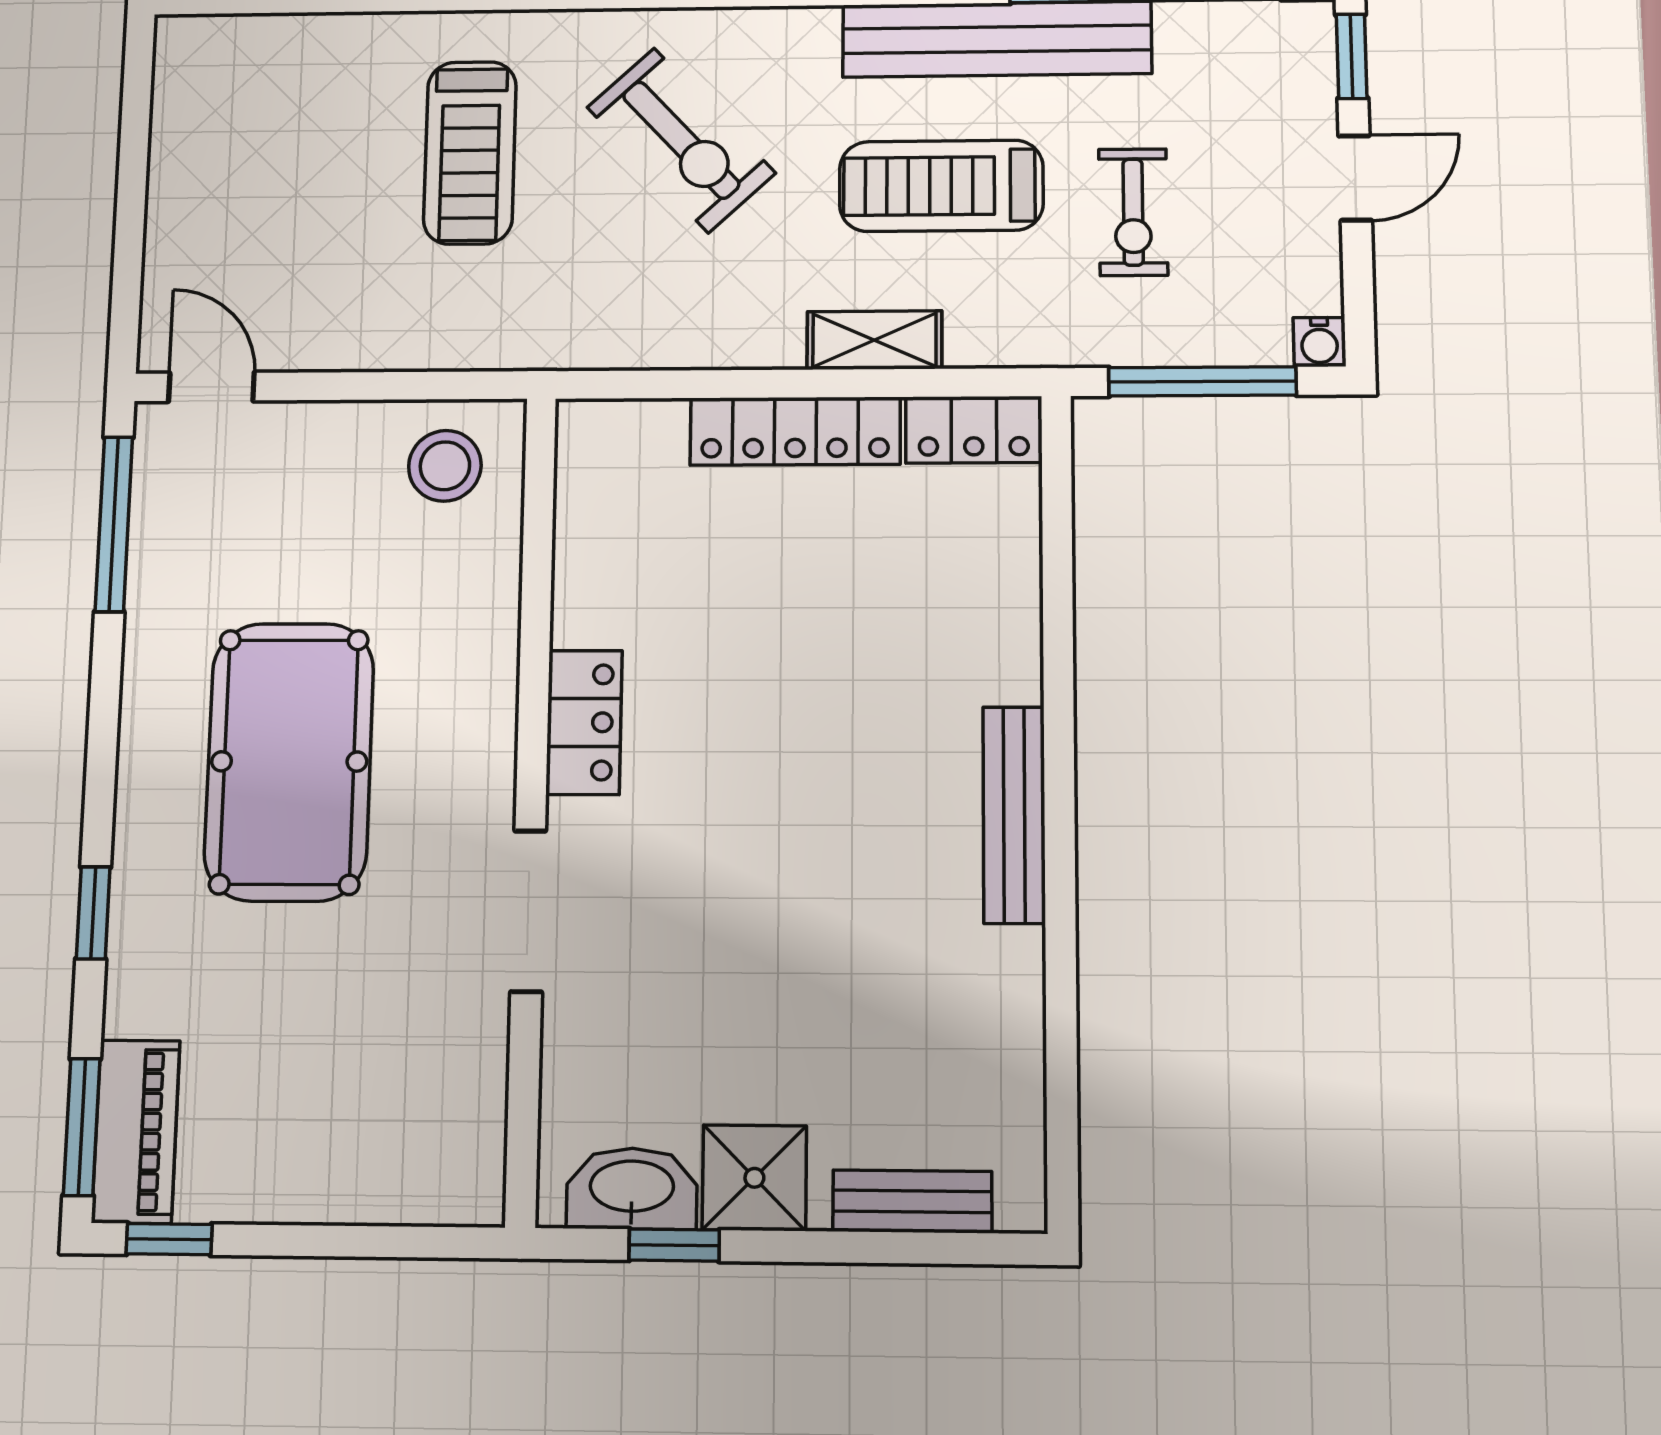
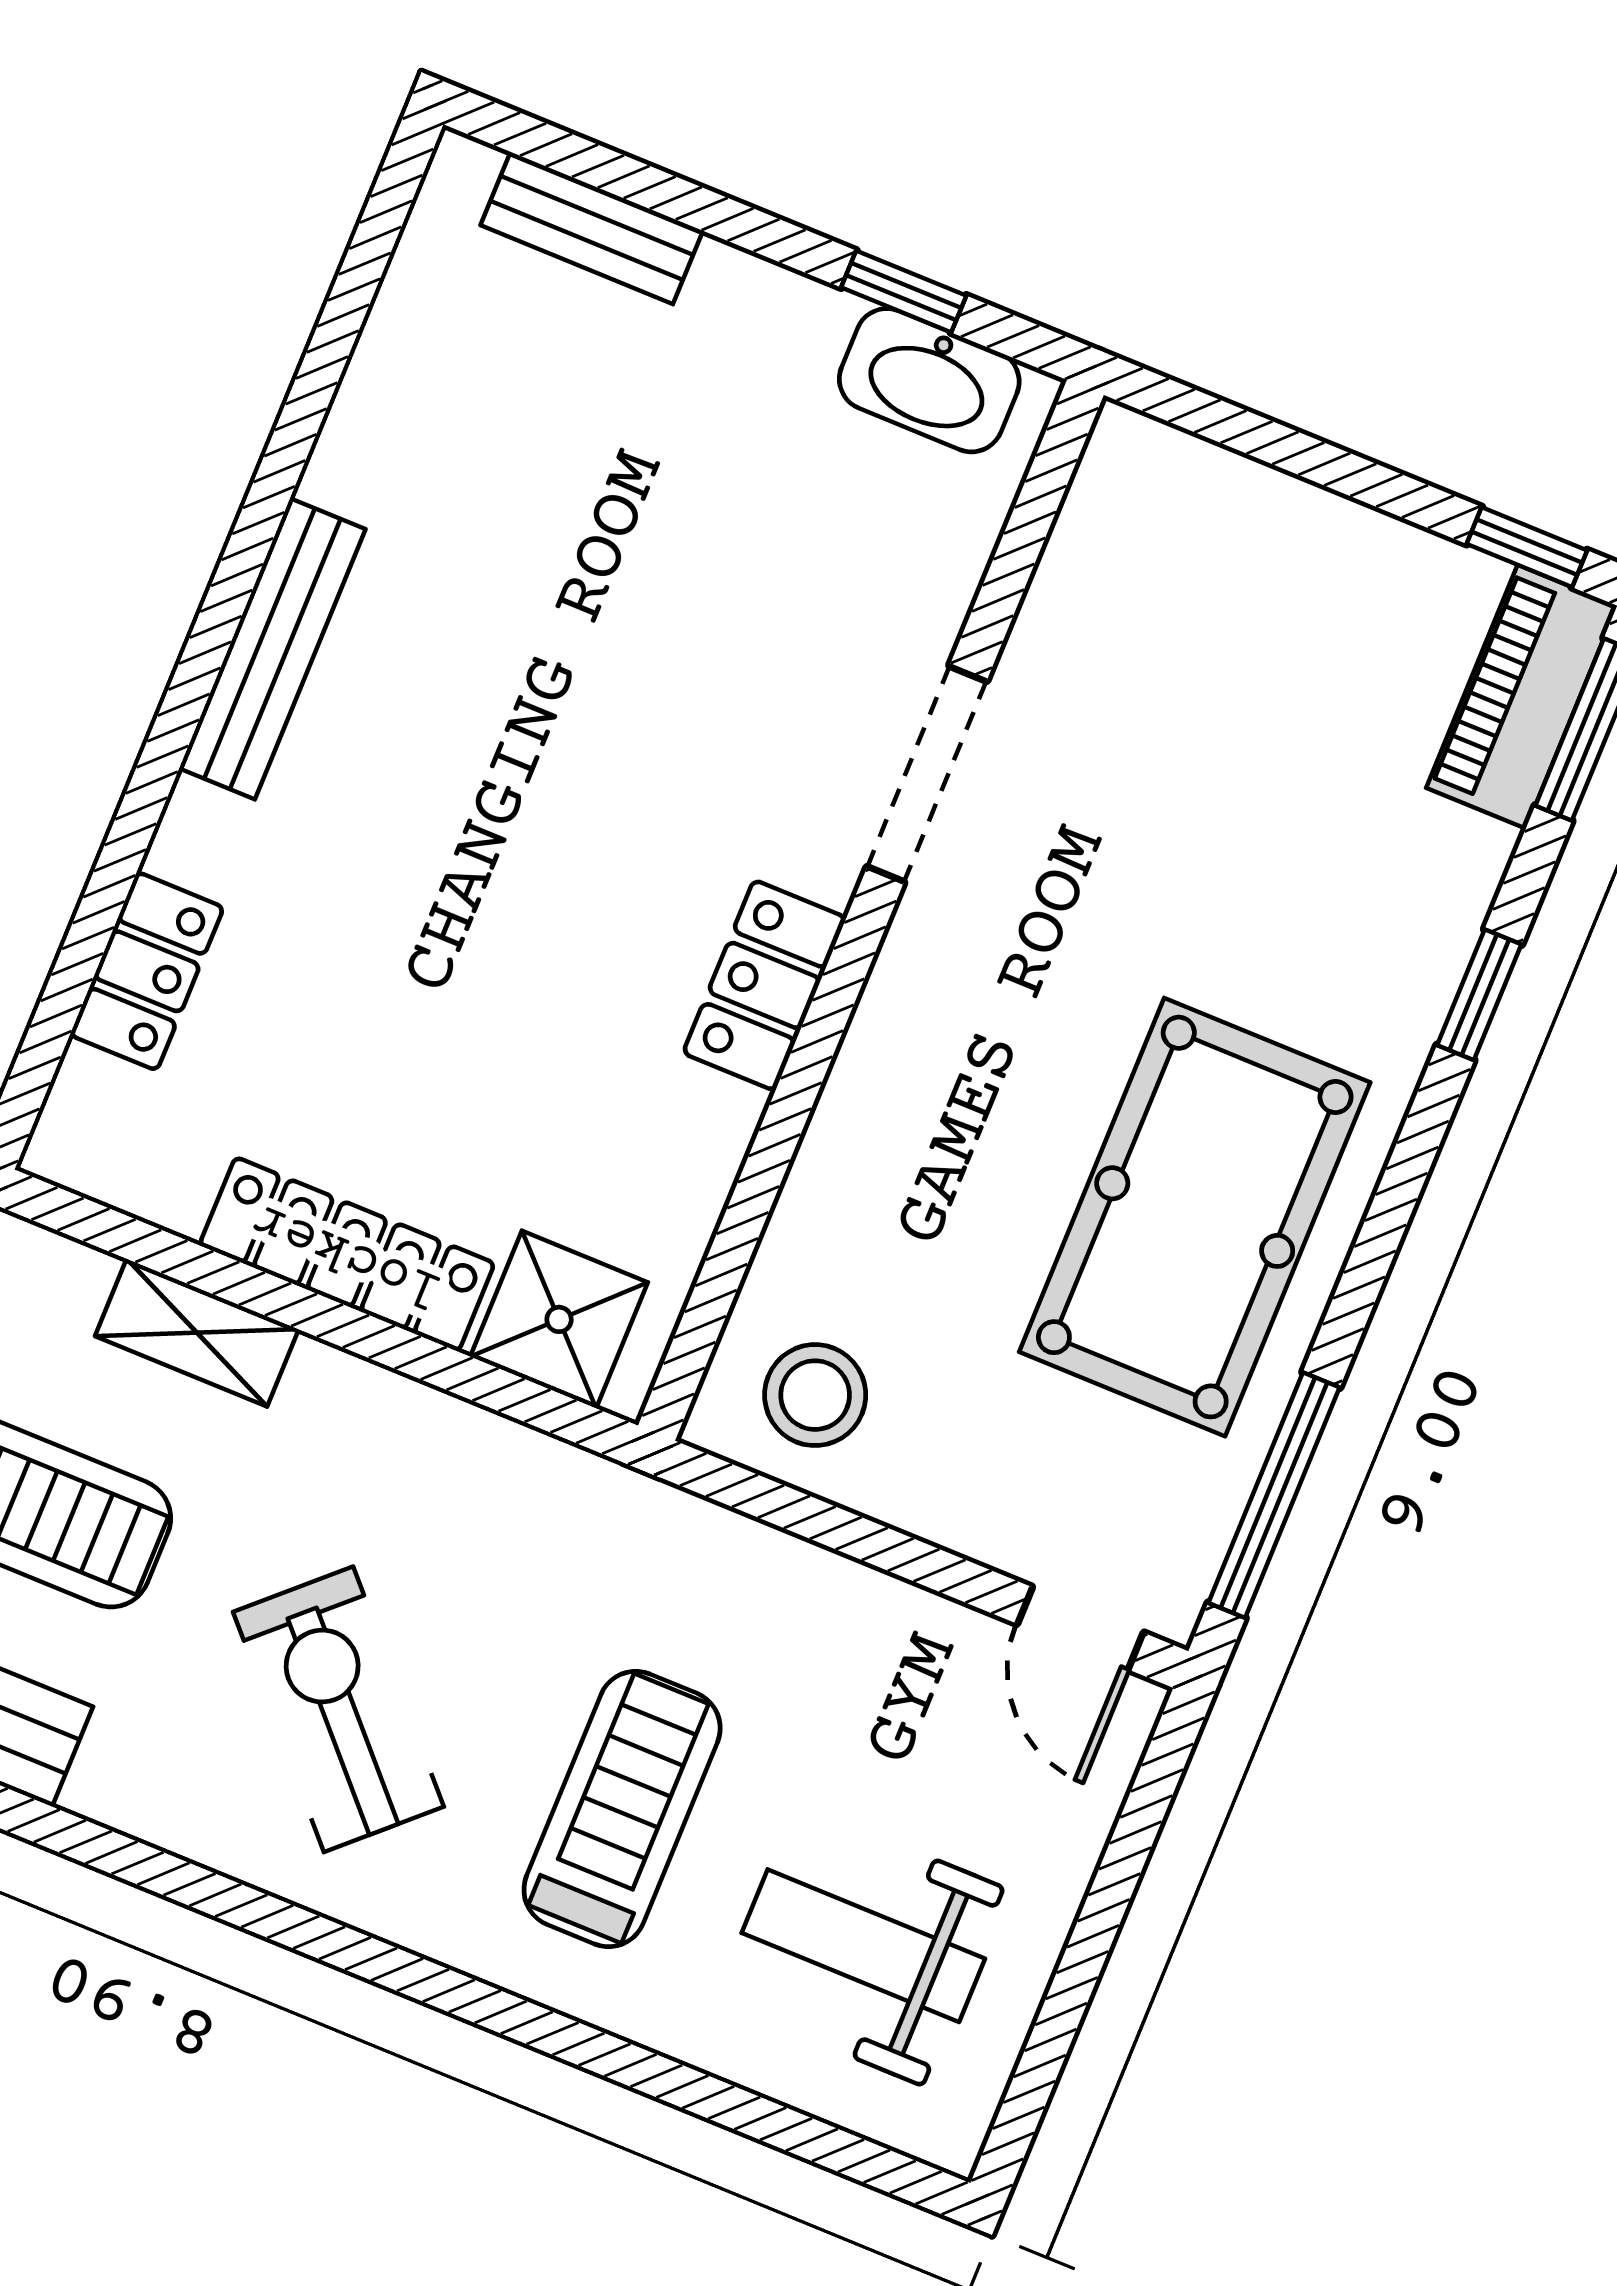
weight bench: (279, 131) -> (863, 1946), added
locker: (974, 430) -> (147, 971), moved, turned 90
pool table: (289, 761) -> (1195, 1217), moved
shower: (754, 1178) -> (559, 1319), moved

